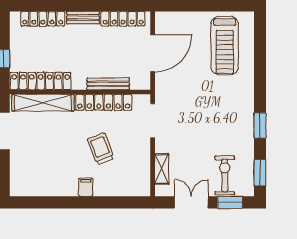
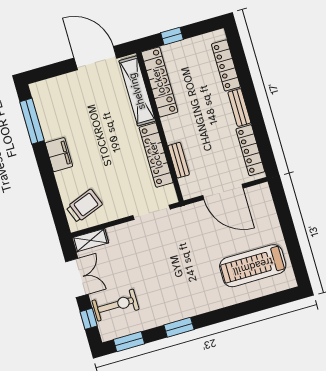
bench: (108, 84) -> (179, 160), width x0.73
trolley: (101, 149) -> (84, 206), moved
shelving: (162, 169) -> (90, 240), moved
filing cabinet: (86, 187) -> (59, 155), width x2.00
window: (43, 202) -> (32, 121), added
window: (230, 202) -> (89, 319), width x0.67

